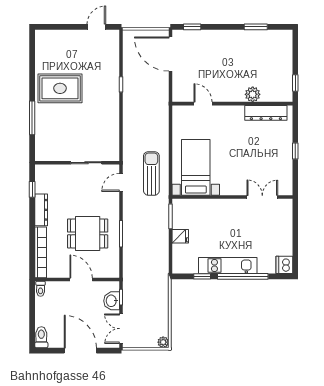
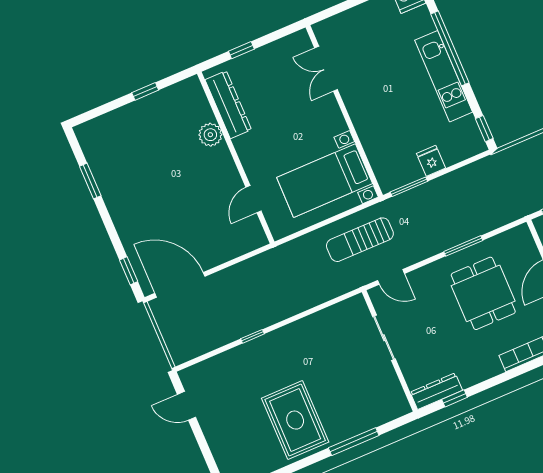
door: (171, 54) -> (180, 285), swing flipped
plant: (253, 94) -> (210, 135), moved
door: (203, 104) -> (253, 199), moved
wall: (232, 104) -> (236, 158), moved
dresser: (266, 113) -> (228, 105), moved
dresser: (41, 210) -> (436, 391), moved
window: (202, 276) -> (484, 129), moved

